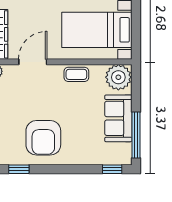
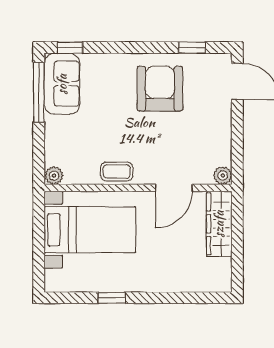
plant: (118, 77) -> (54, 176), width x0.53, depth x0.53
sofa: (118, 118) -> (62, 84), moved

